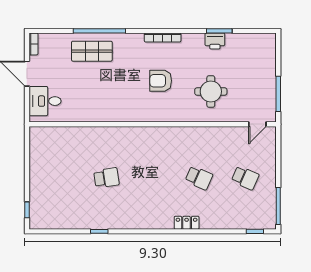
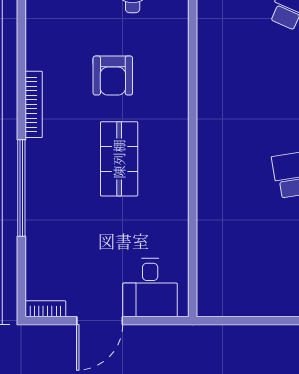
bookcase: (163, 38) -> (34, 104), moved
shop shelf: (92, 51) -> (119, 159), moved

